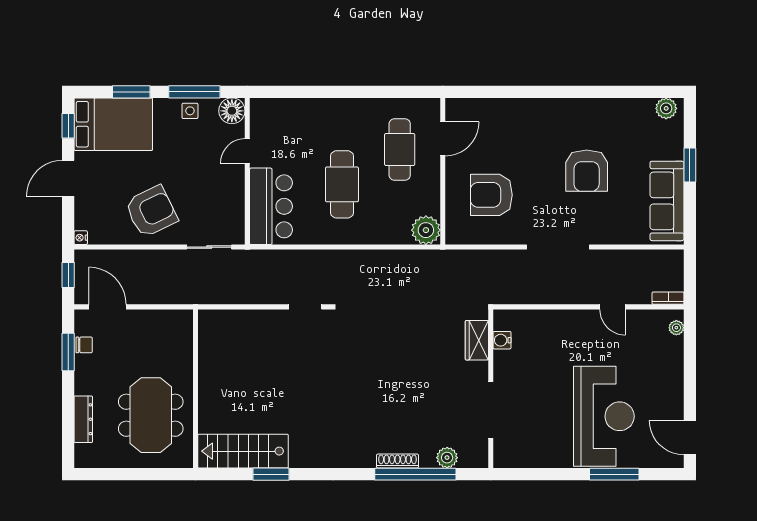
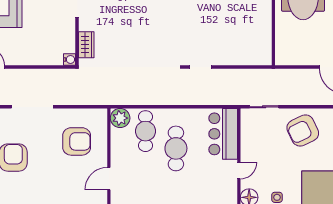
cafe table: (400, 150) -> (145, 131), moved
water cooler: (502, 340) -> (70, 59), moved

